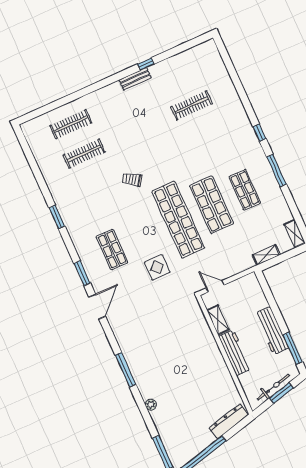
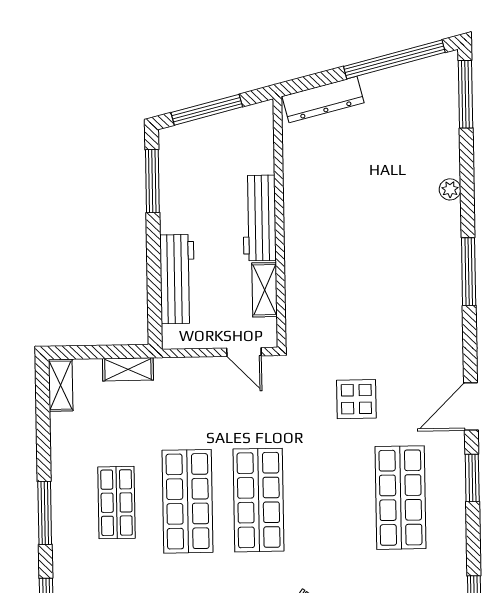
shop shelf: (178, 220) -> (259, 500), width x0.71
shop shelf: (112, 249) -> (400, 498), width x1.43, depth x1.36
display table: (157, 267) -> (356, 399), moved
workbench: (272, 331) -> (177, 279), moved
bicycle: (273, 387) -> (217, 126), removed
window: (282, 393) -> (207, 110), width x1.44

